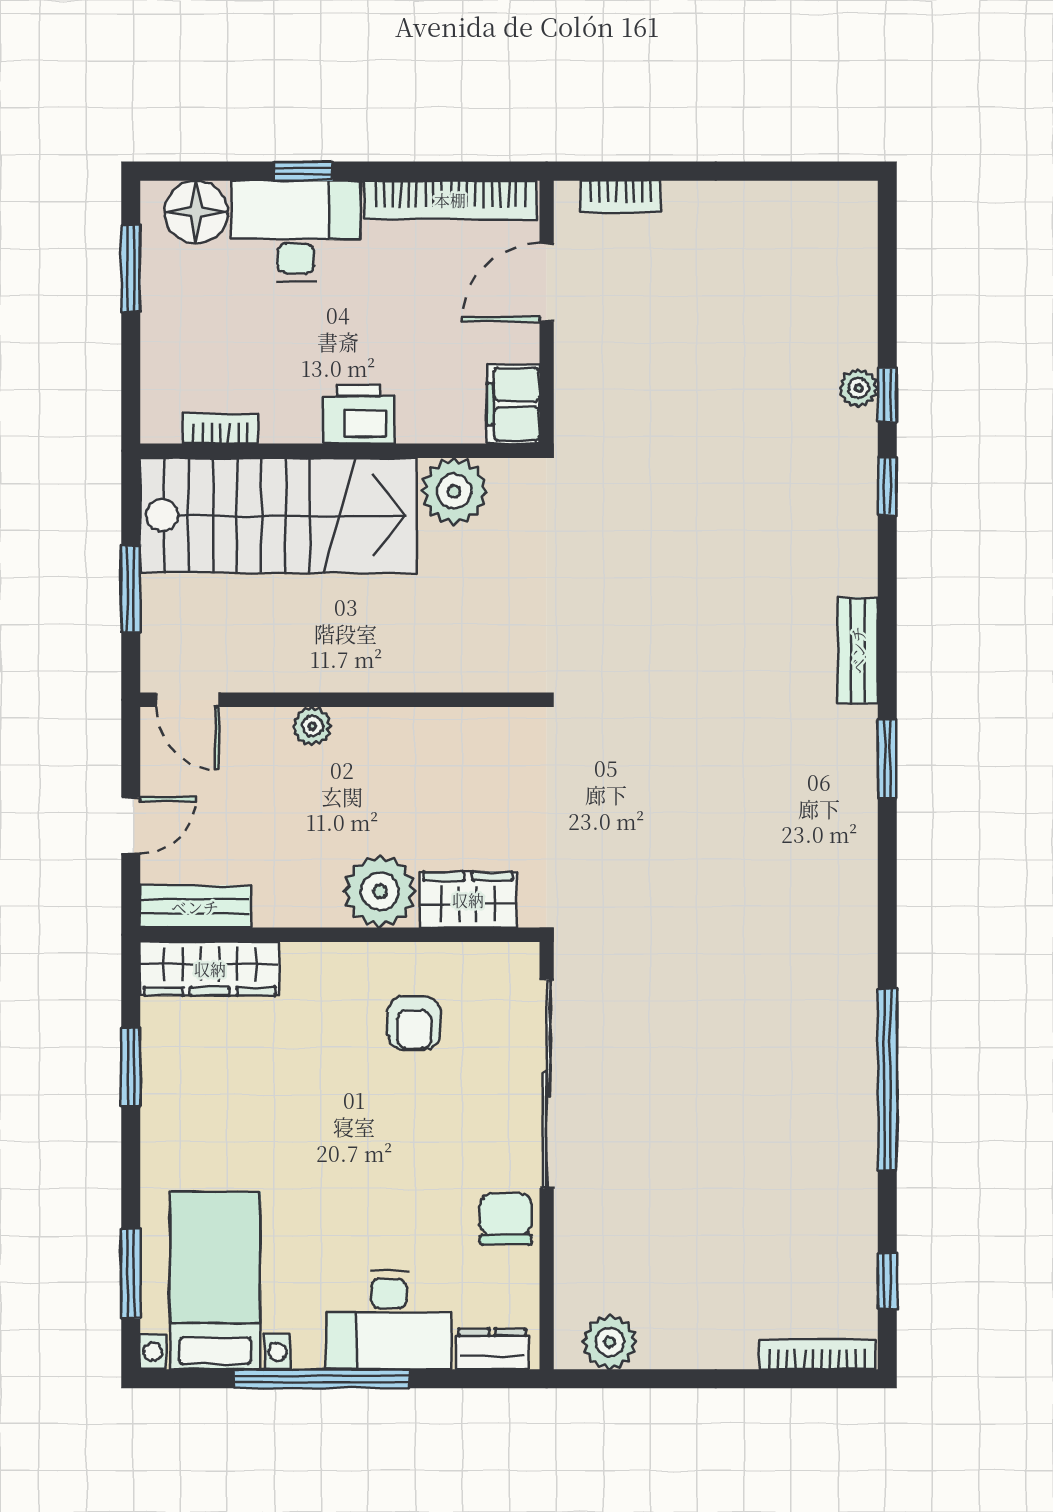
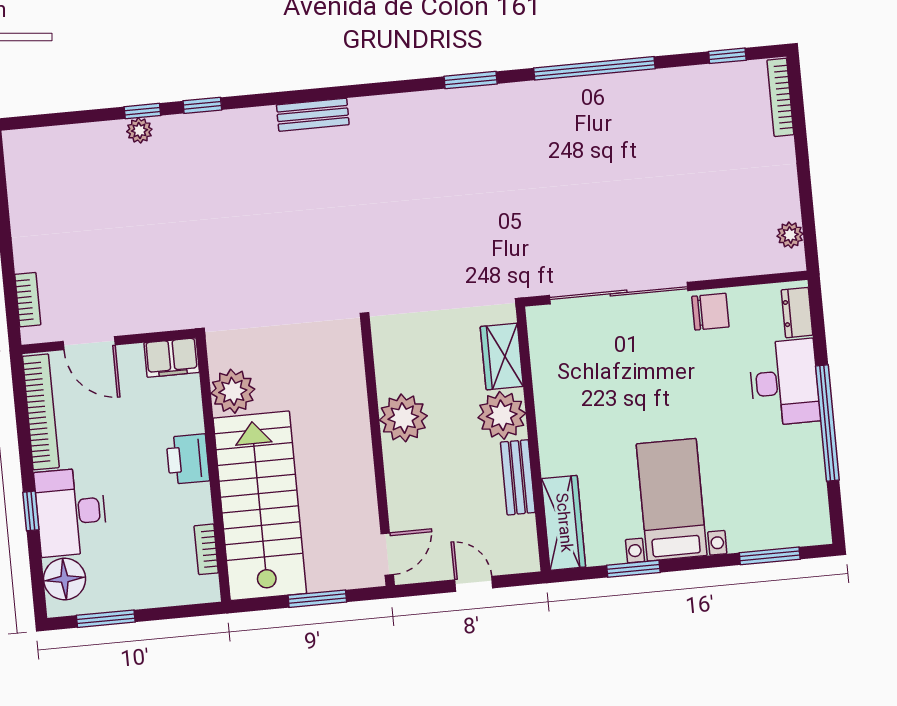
plant: (312, 726) -> (403, 418), moved, width x1.88, depth x1.88
window: (887, 759) -> (471, 80), moved
bench: (195, 907) -> (518, 477), moved
armchair: (414, 1023) -> (587, 384), removed
chair: (506, 1219) -> (710, 312), turned 180
bed with nightstands: (215, 1281) -> (672, 500), moved, turned 90
plant: (610, 1342) -> (790, 235), width x0.73, depth x0.73

